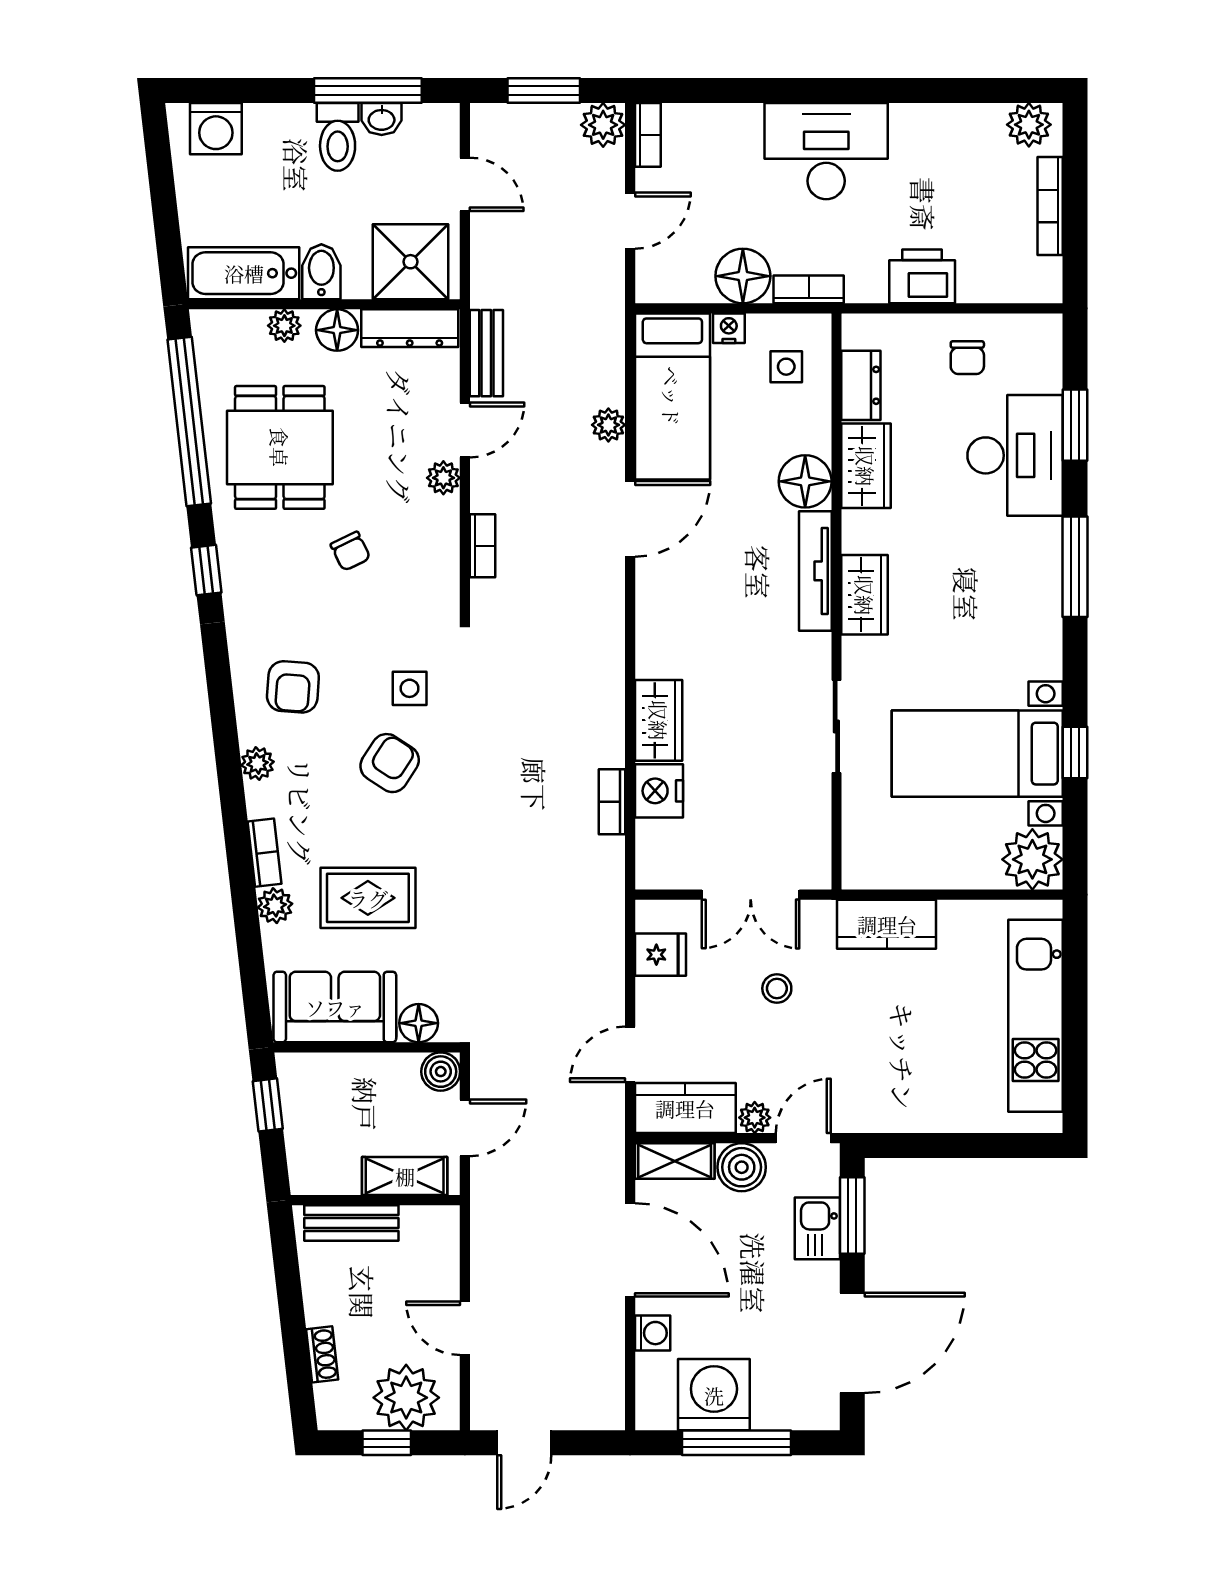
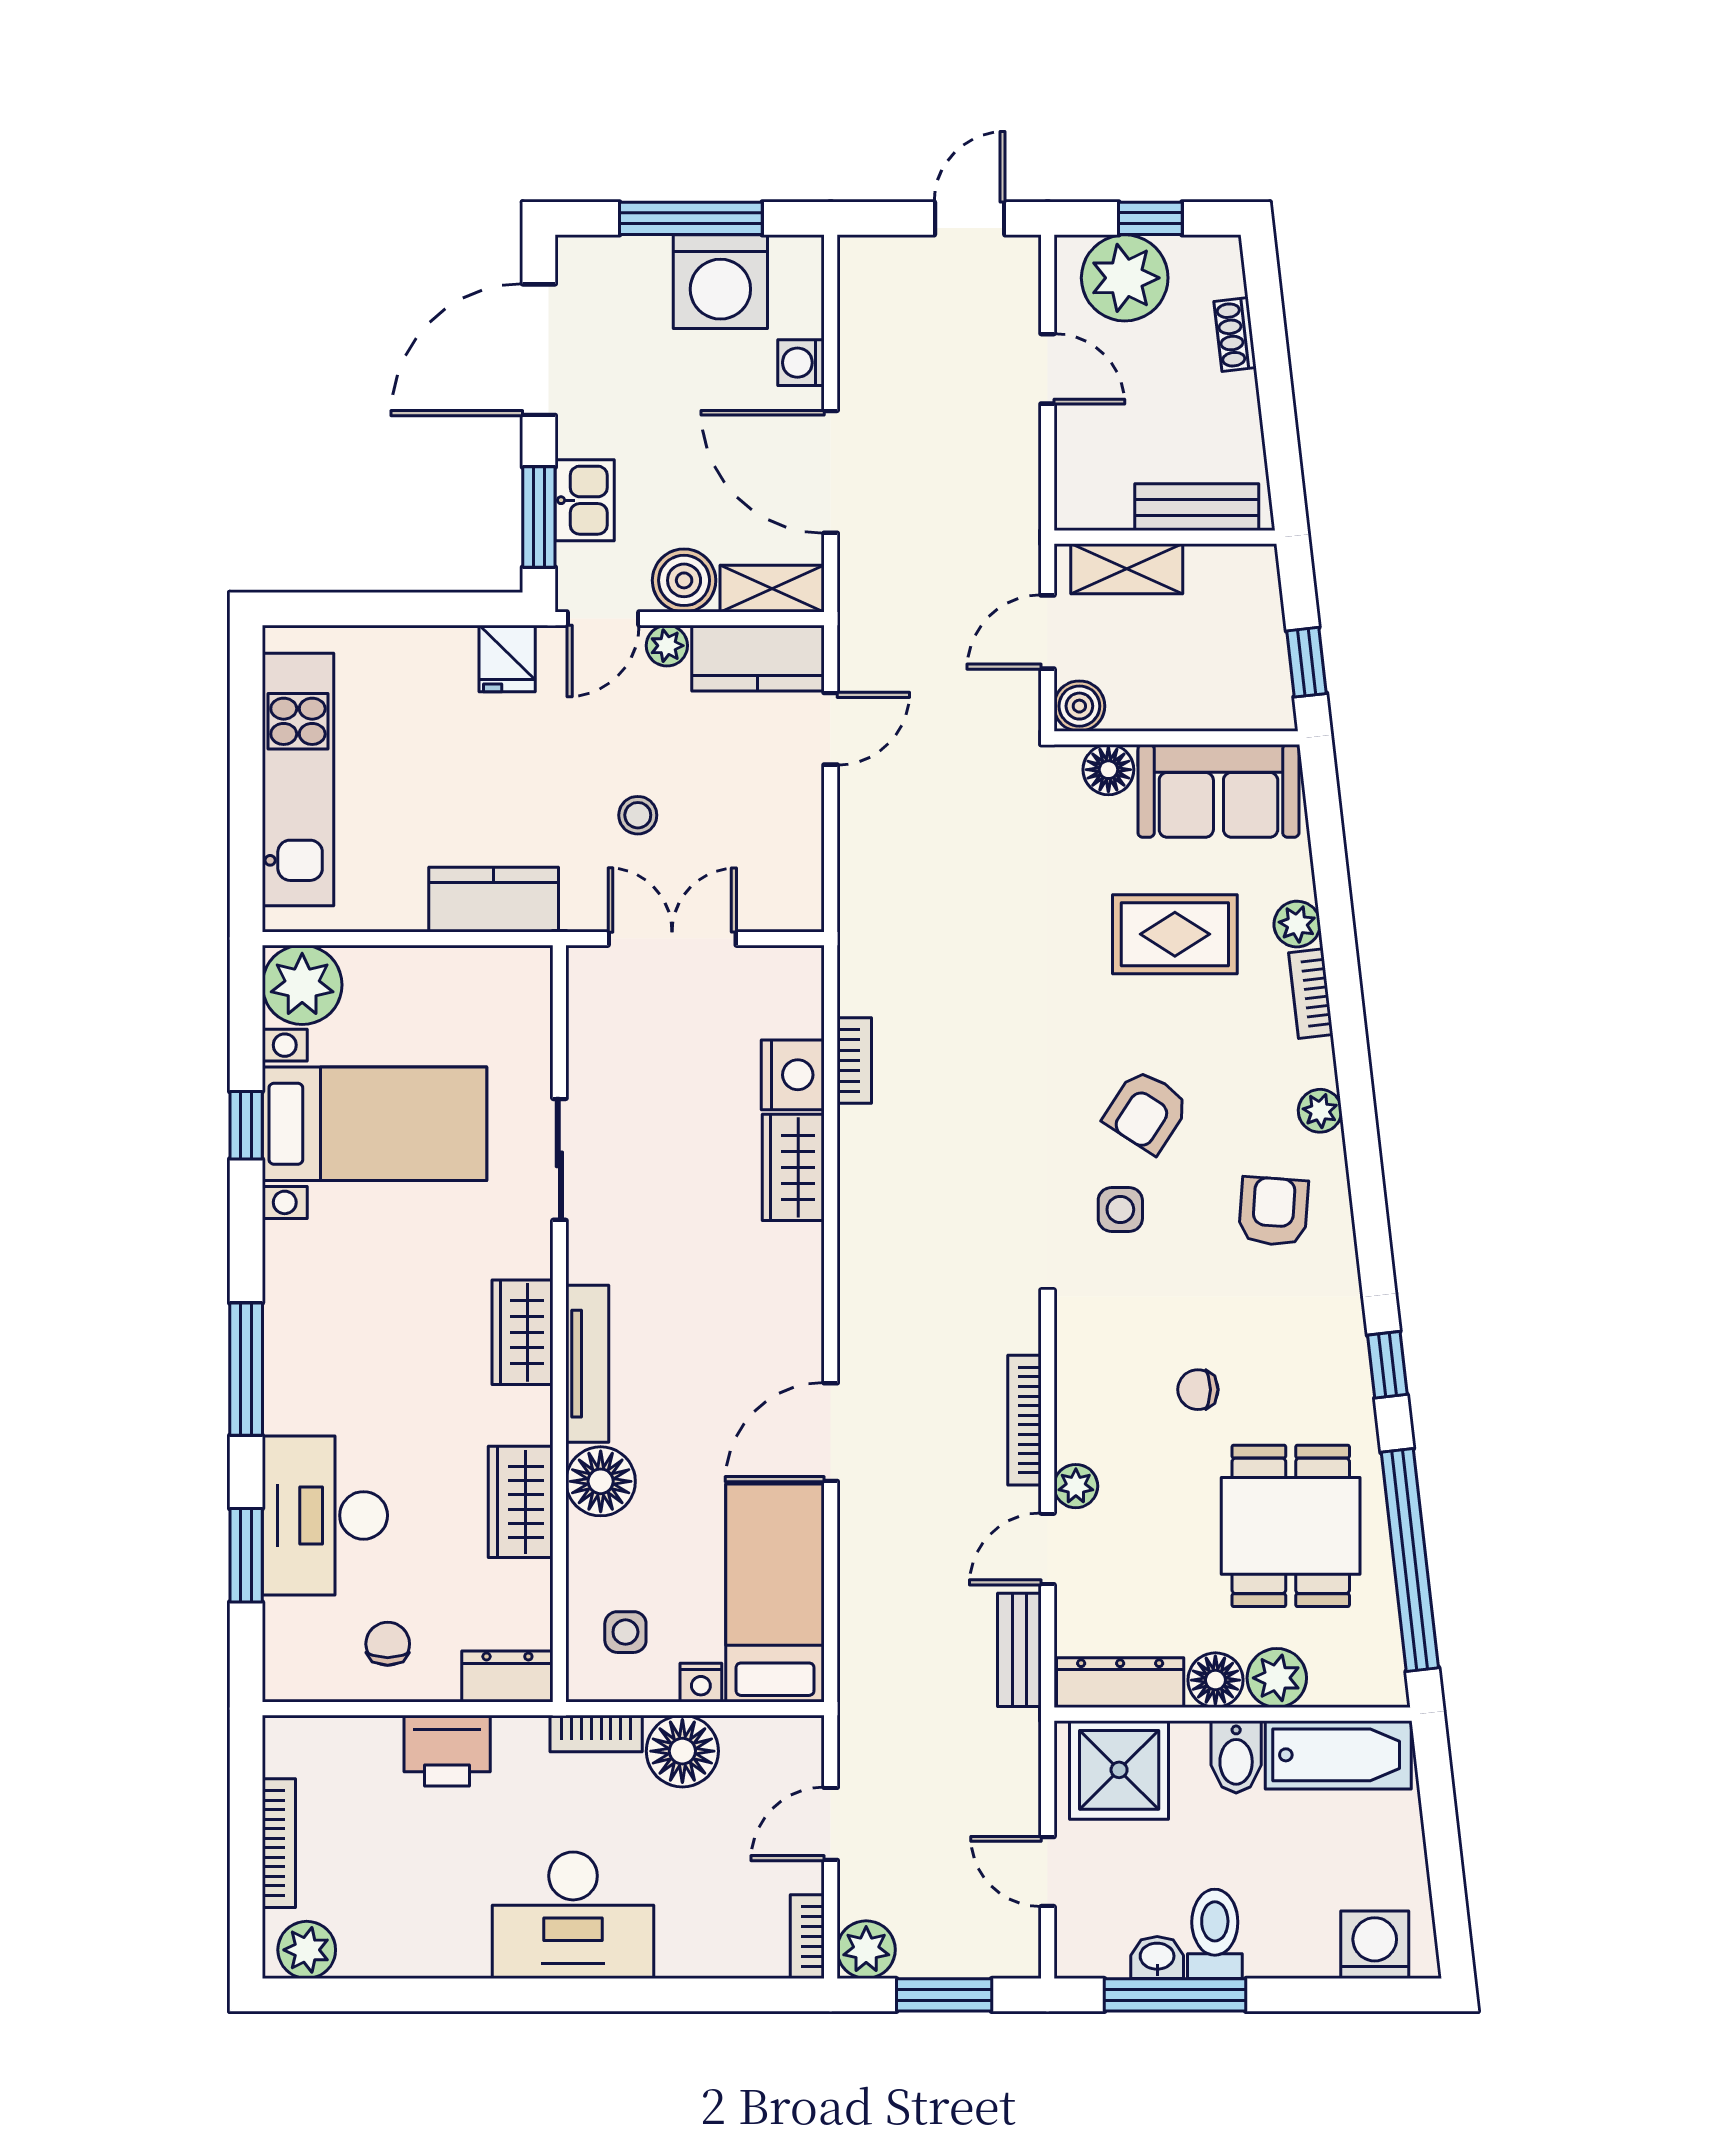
plant: (284, 326) -> (1277, 1678), width x1.38, depth x1.38
dresser: (861, 385) -> (507, 1676), moved, turned 90
plant: (608, 425) -> (859, 1555), removed
bookcase: (483, 546) -> (1024, 1420), width x1.56
chair: (350, 551) -> (1198, 1390), turned -64
fridge: (660, 955) -> (507, 658), moved, turned -90

